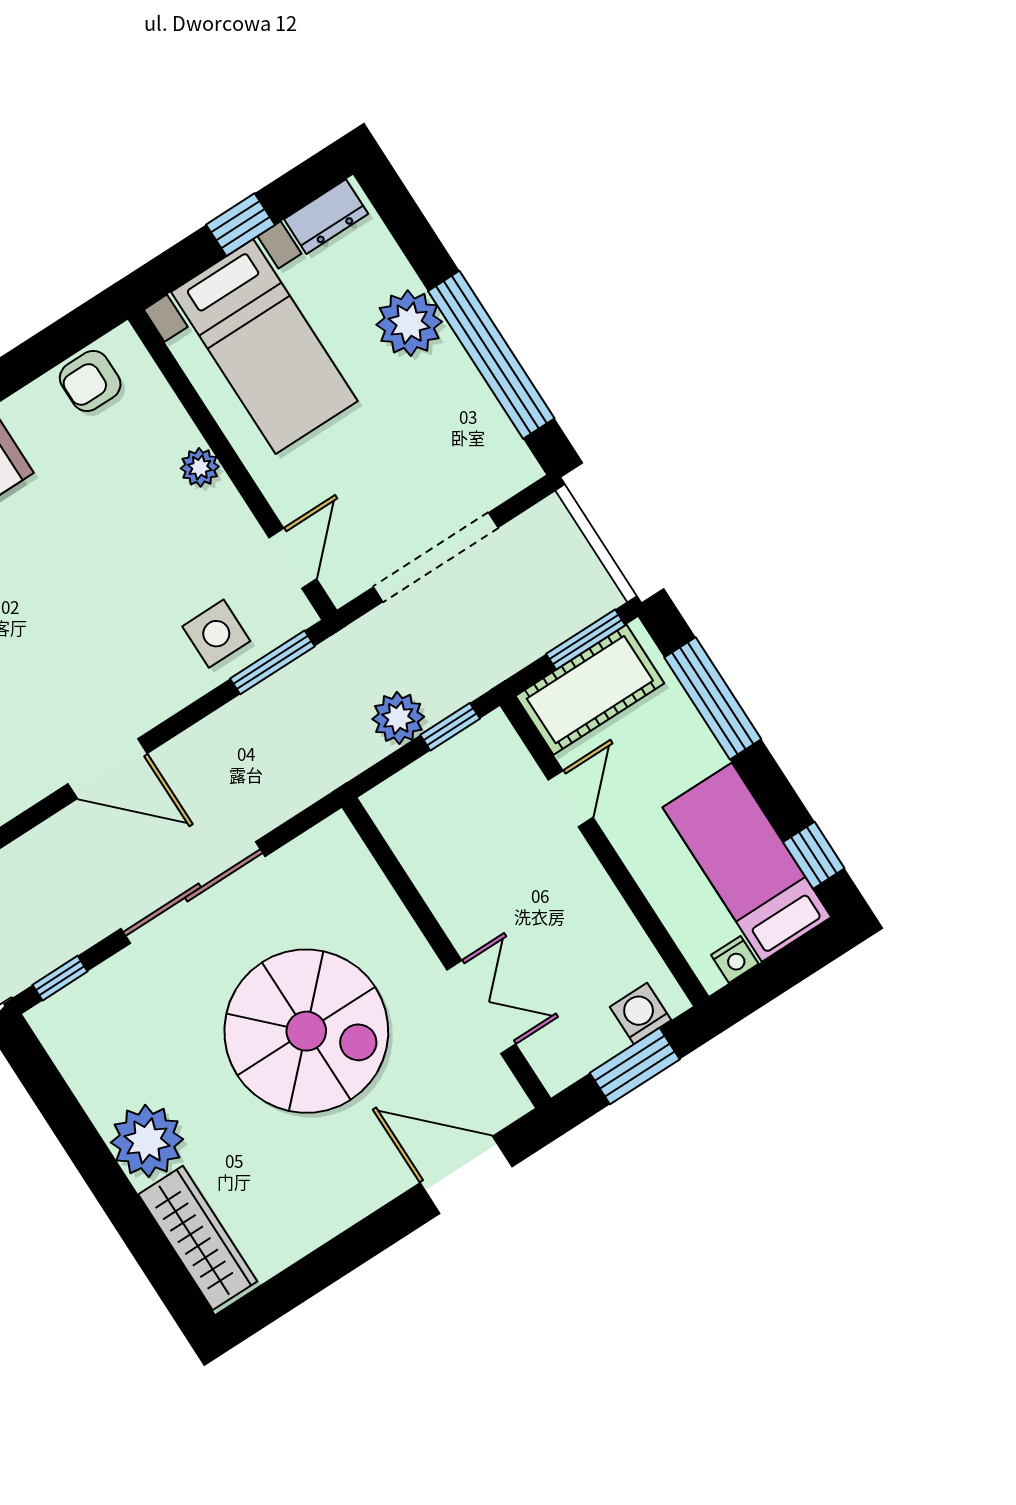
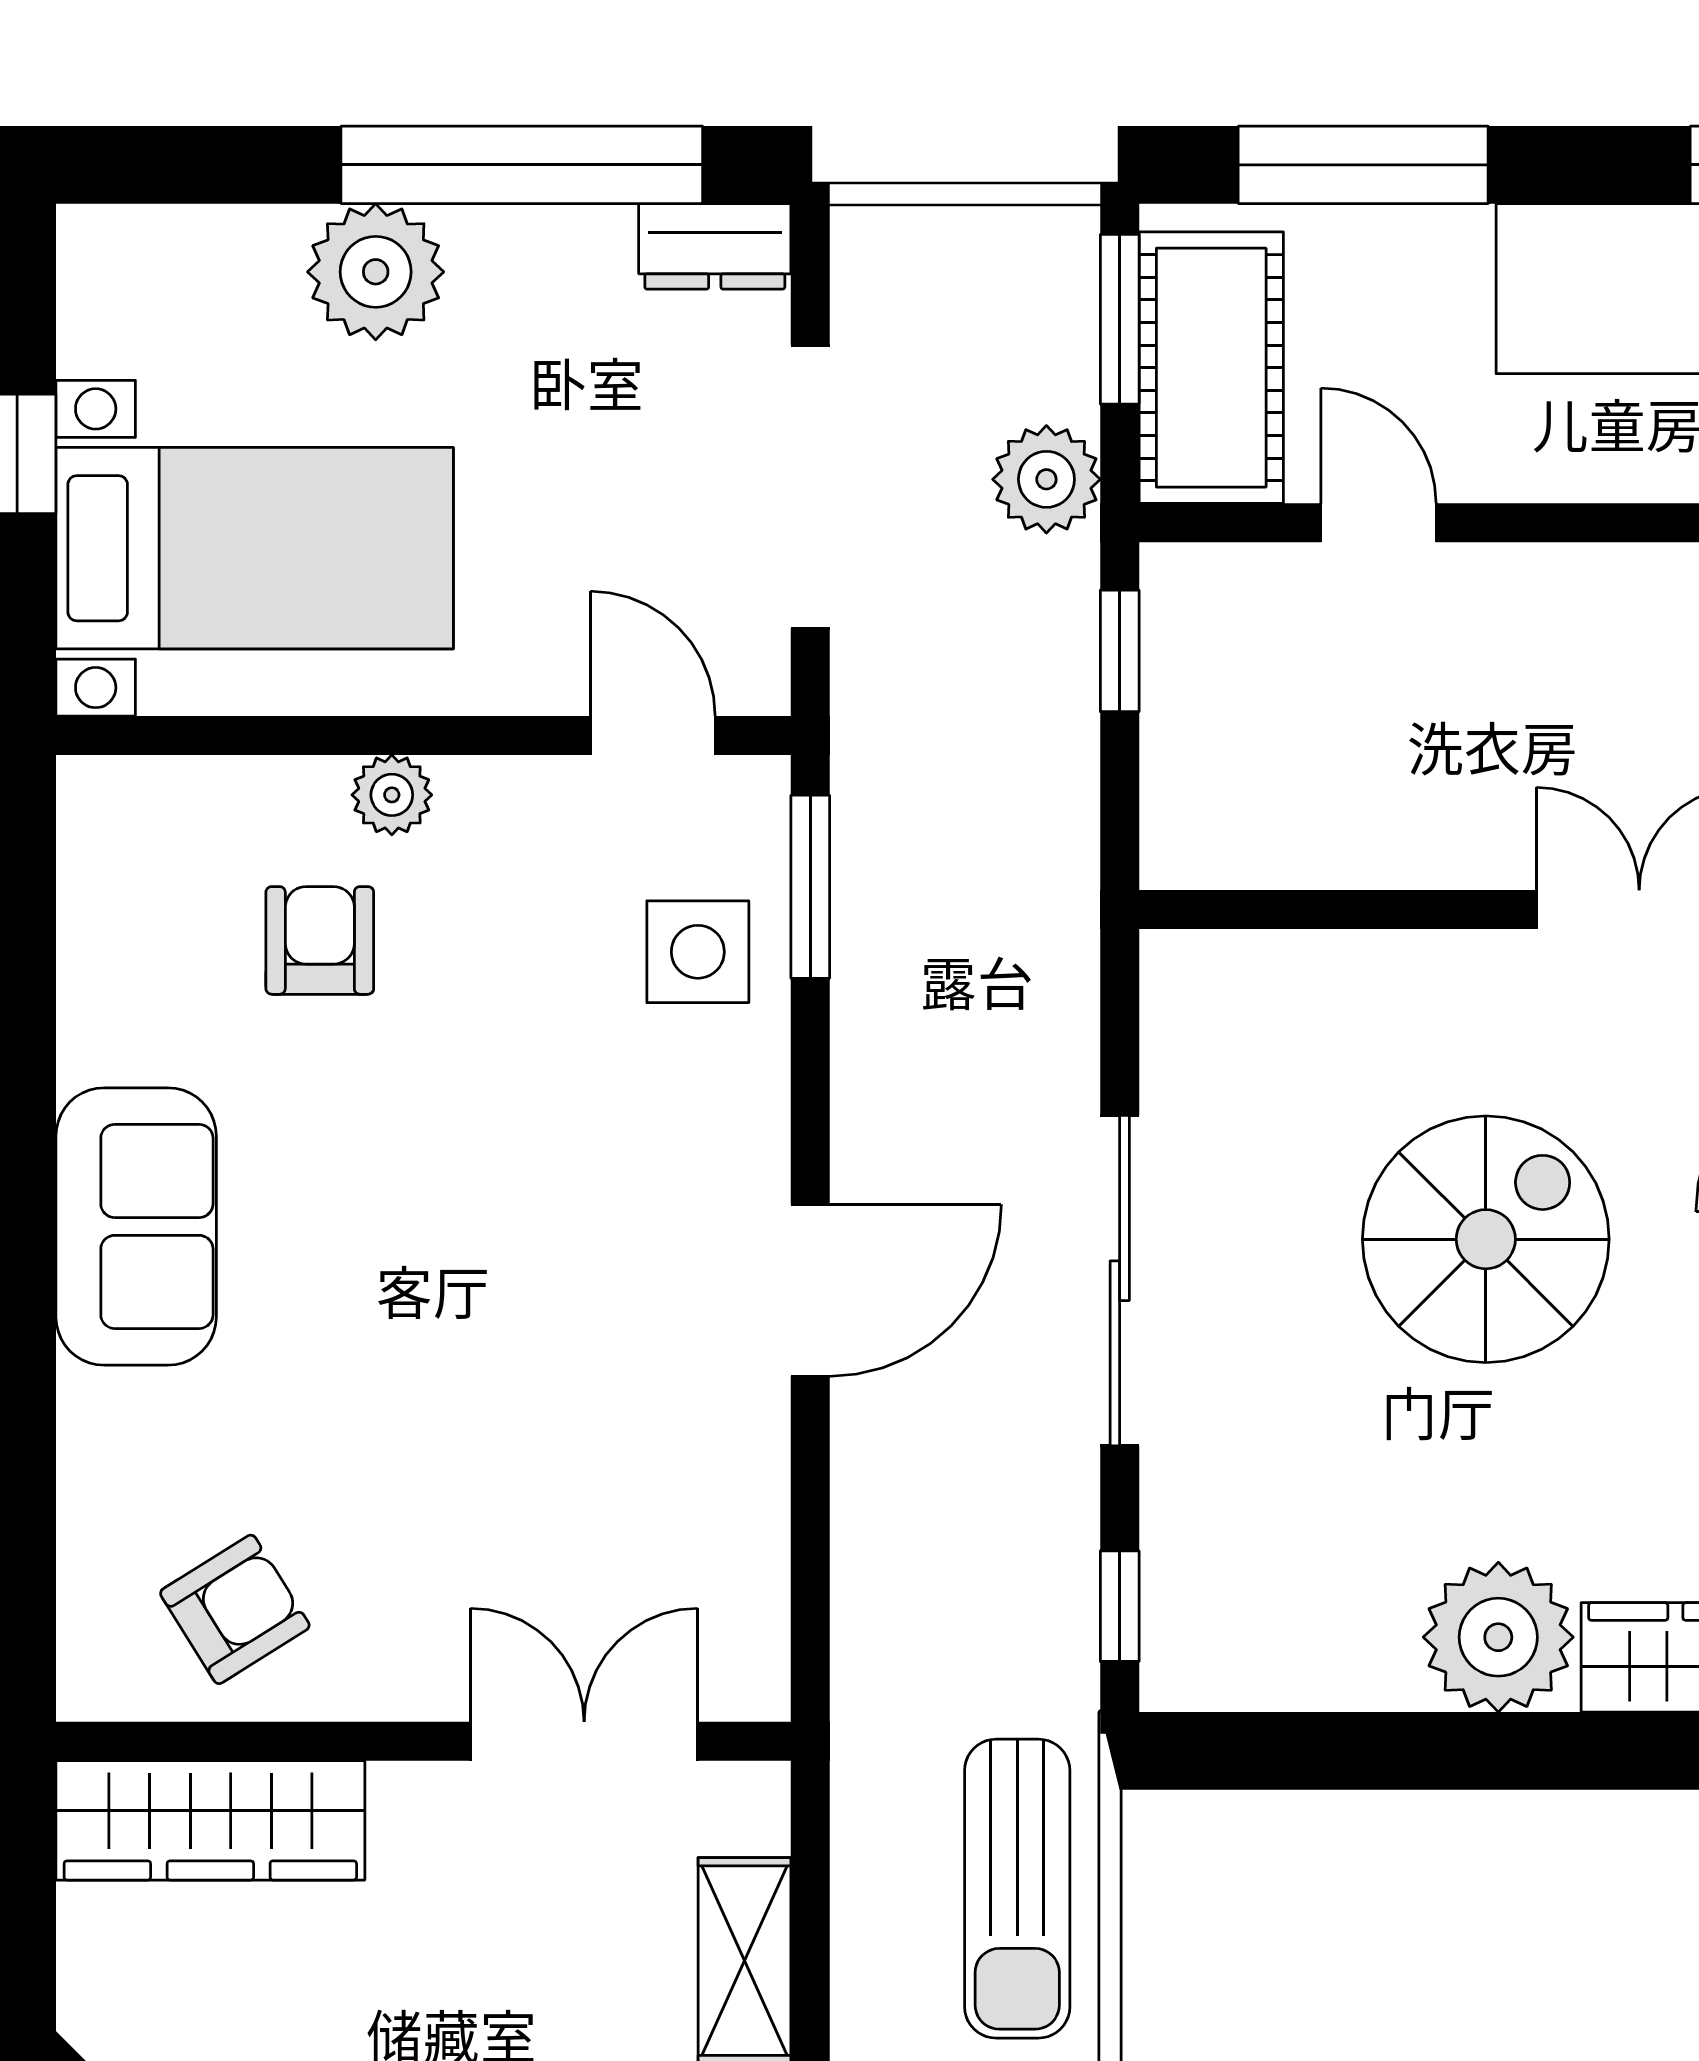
dresser: (326, 217) -> (715, 246), moved, turned 90
armchair: (90, 381) -> (320, 940), moved, turned 180
plant: (398, 718) -> (1046, 479), moved
spiral stairs: (306, 1031) -> (1486, 1239), width x0.73, depth x0.73

